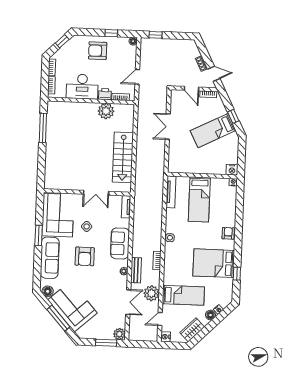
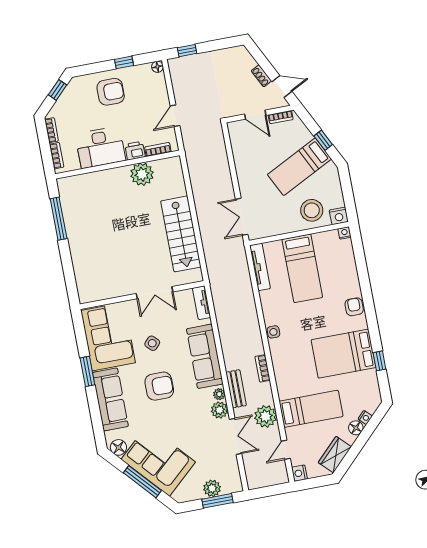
armchair: (98, 51) -> (111, 92), turned 180
double door: (168, 127) -> (242, 217), moved
stool: (215, 162) -> (312, 210), added
sofa: (120, 243) -> (205, 356), width x1.36
armchair: (85, 256) -> (159, 386), turned -90
plant: (122, 282) -> (220, 410), added
plant: (119, 334) -> (212, 488), moved

